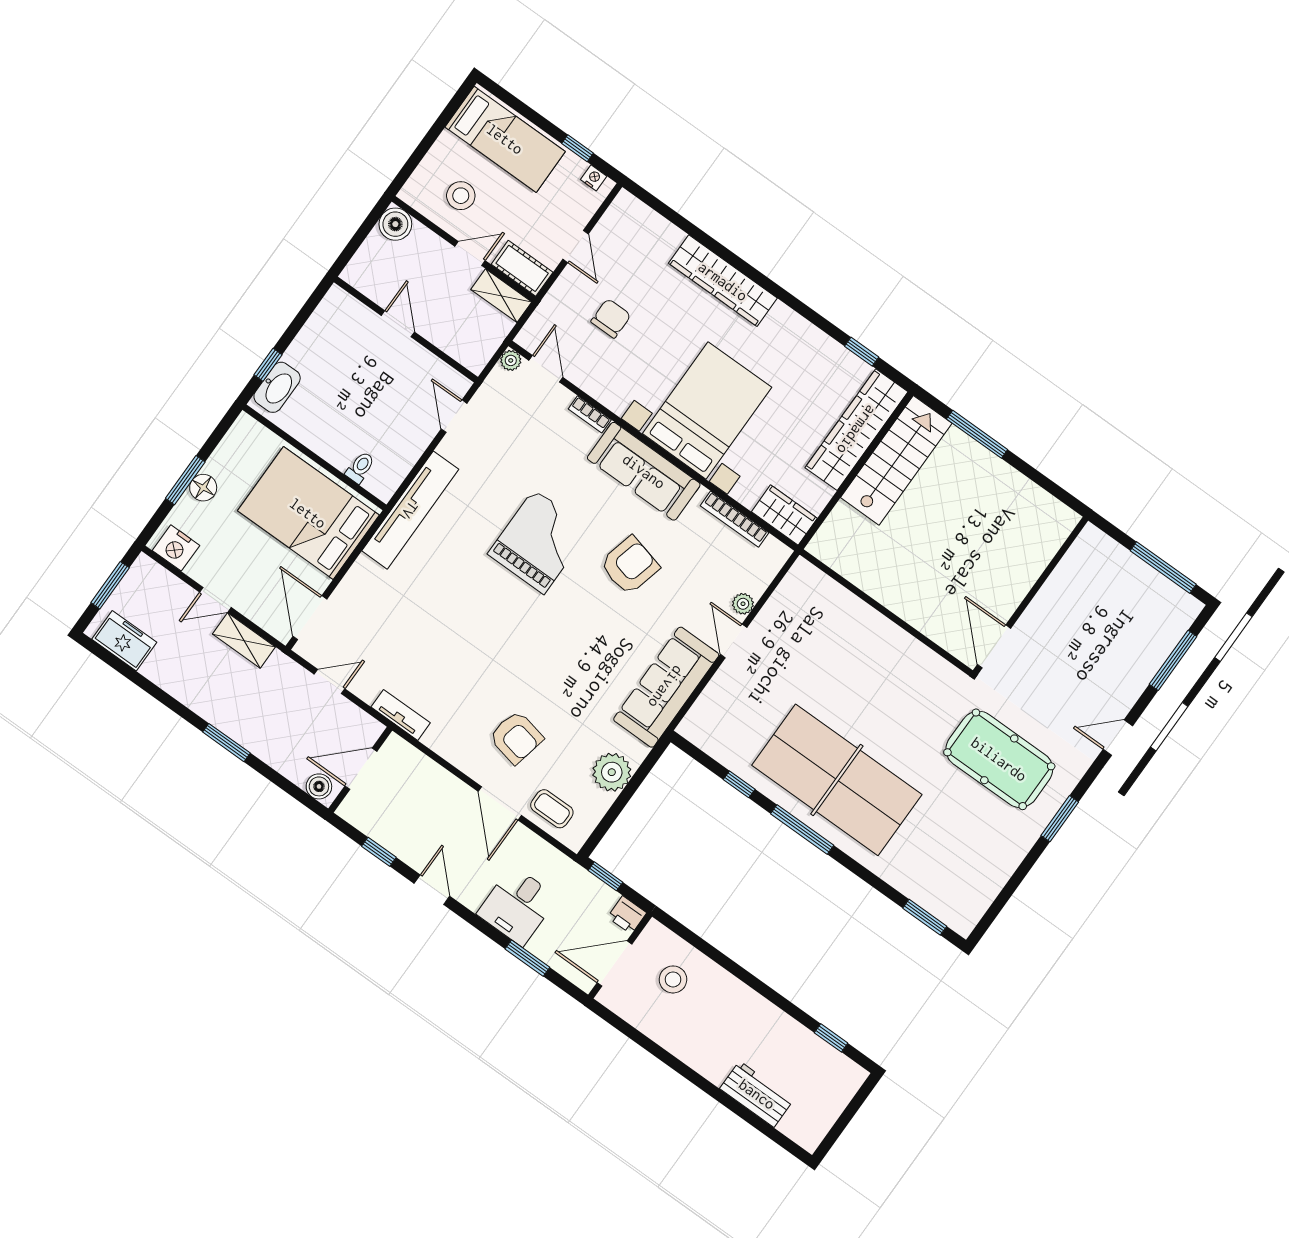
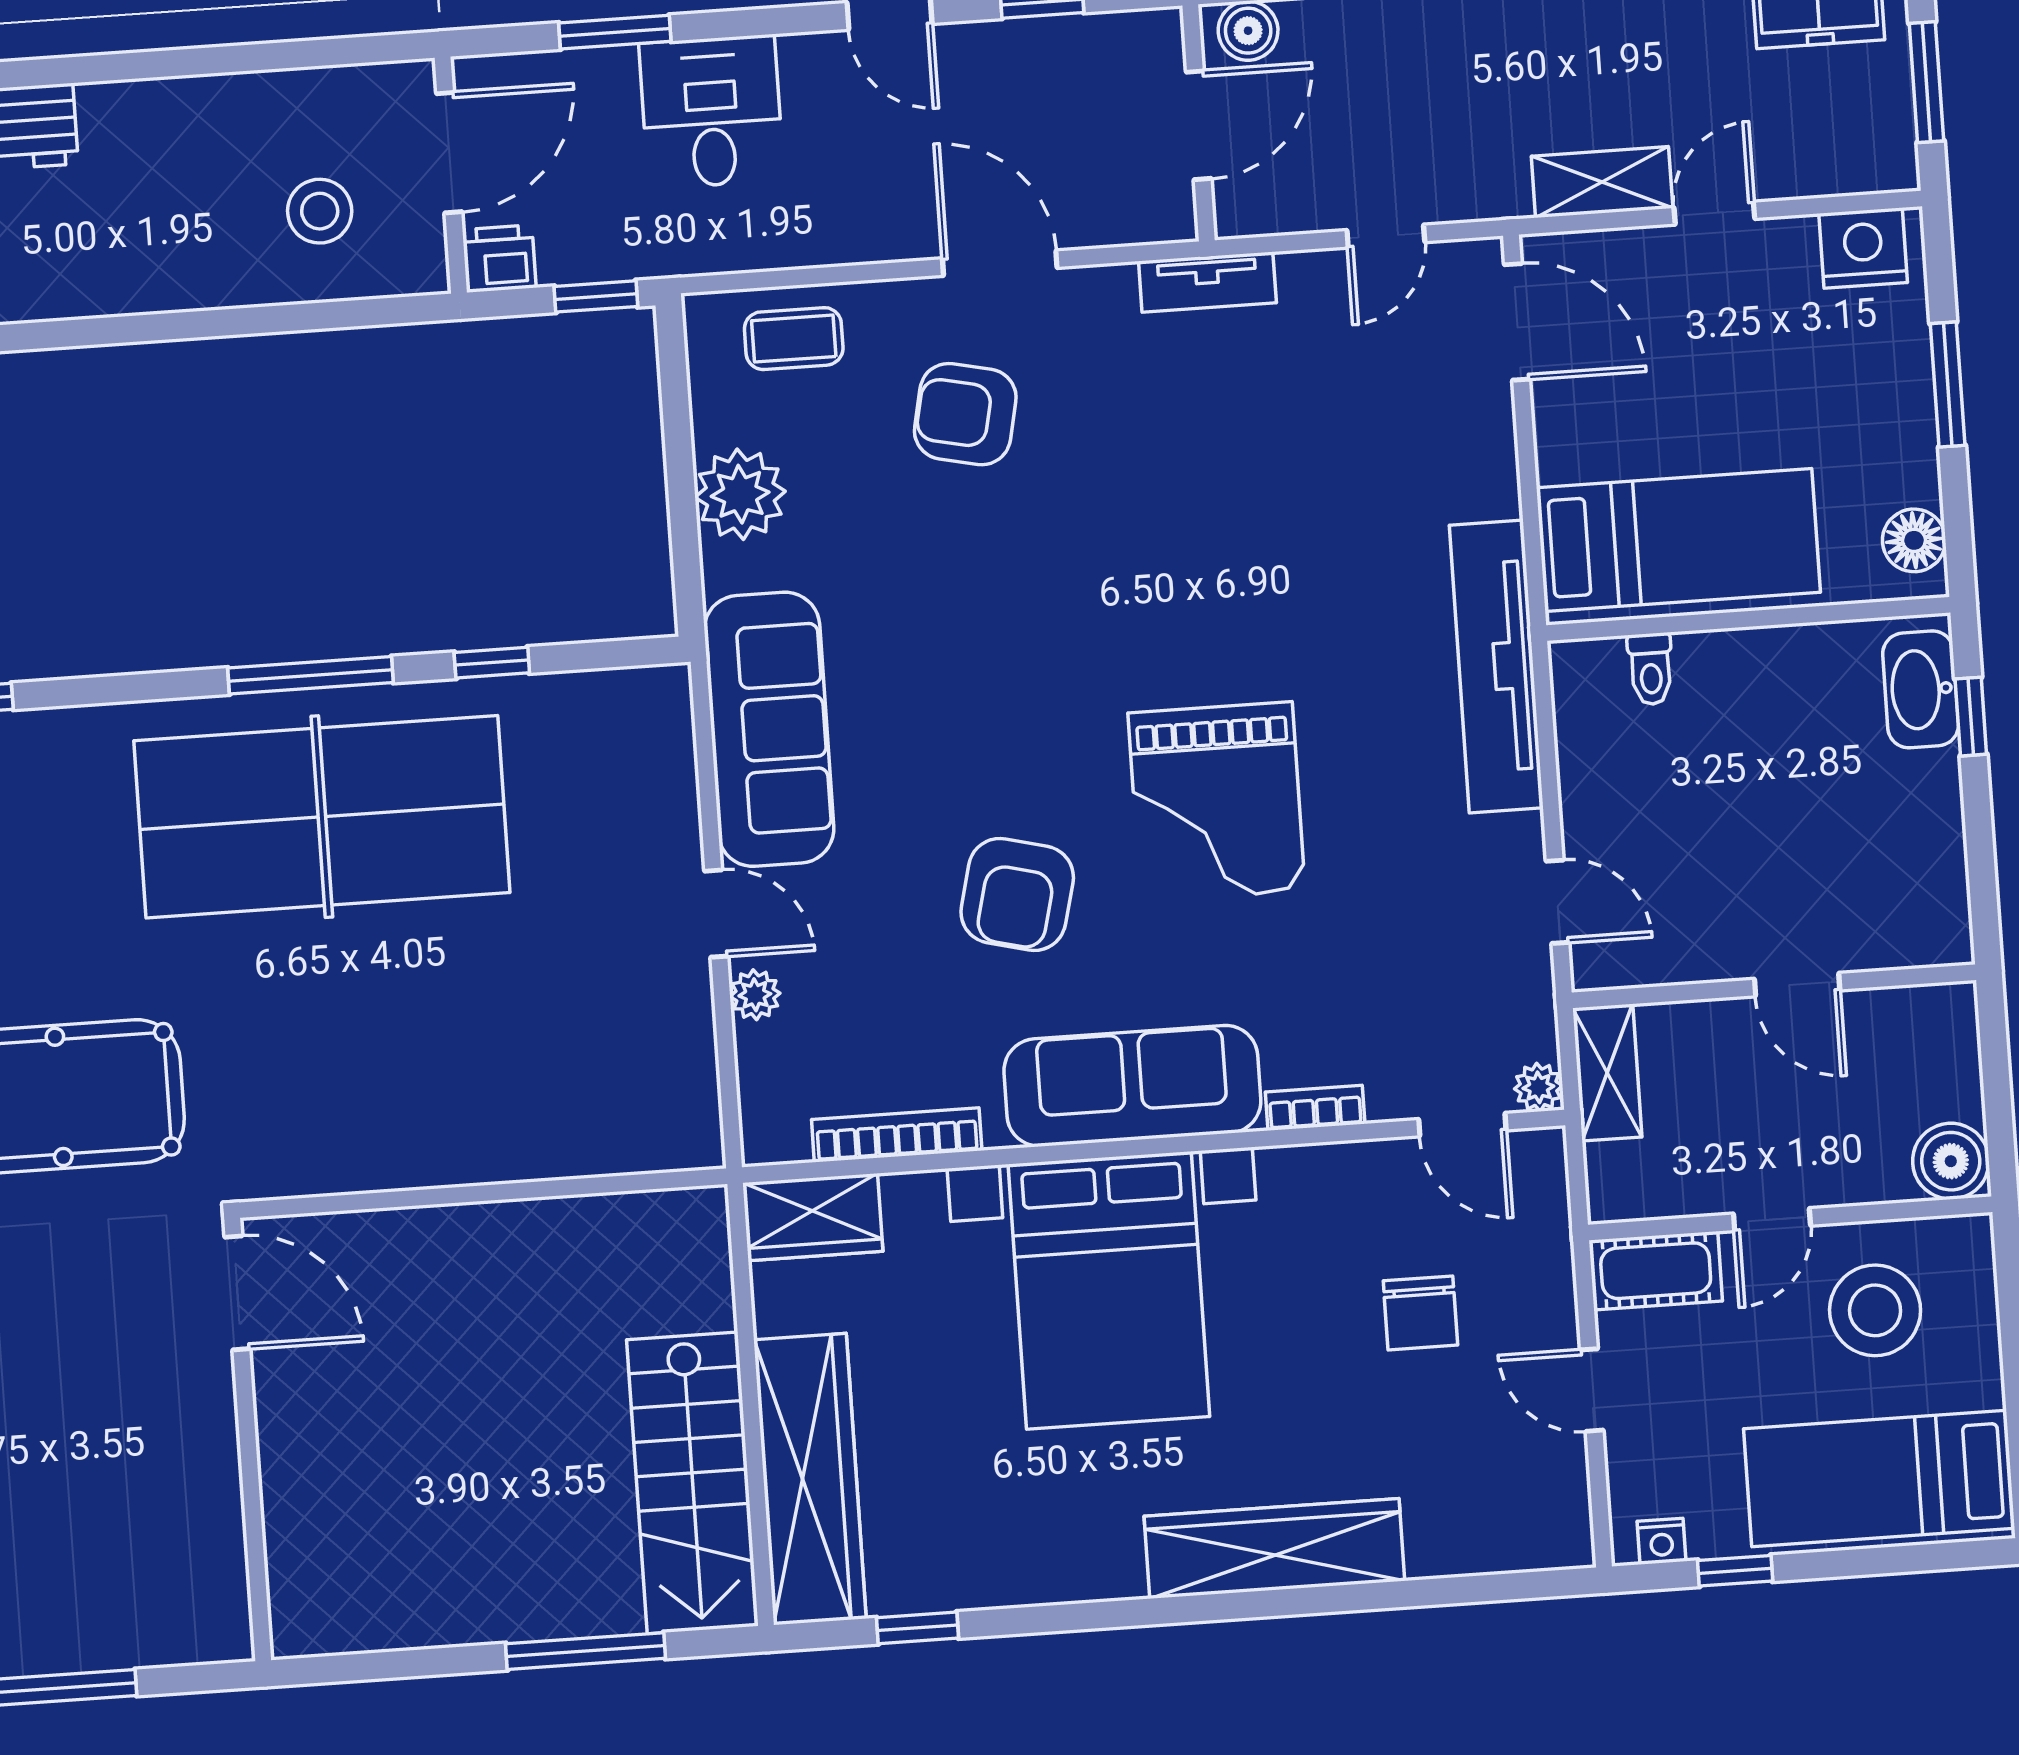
stool: (461, 196) -> (1875, 1310), width x1.38, depth x1.38
shelving: (501, 296) -> (1607, 1073), moved, turned 90
floor lamp: (203, 488) -> (1914, 540), moved
bed: (308, 513) -> (1678, 540), width x0.67
door: (500, 803) -> (1000, 263), moved

